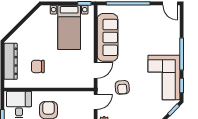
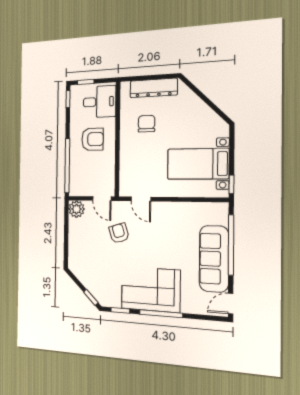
sofa: (108, 37) -> (214, 259), moved, turned 90
corner sofa: (164, 78) -> (151, 289), moved
armchair: (122, 87) -> (119, 233), turned 77

